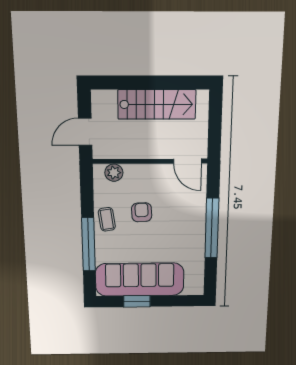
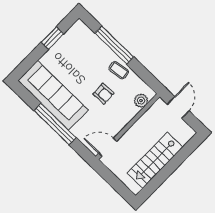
sofa: (140, 279) -> (53, 95), moved, turned -90

